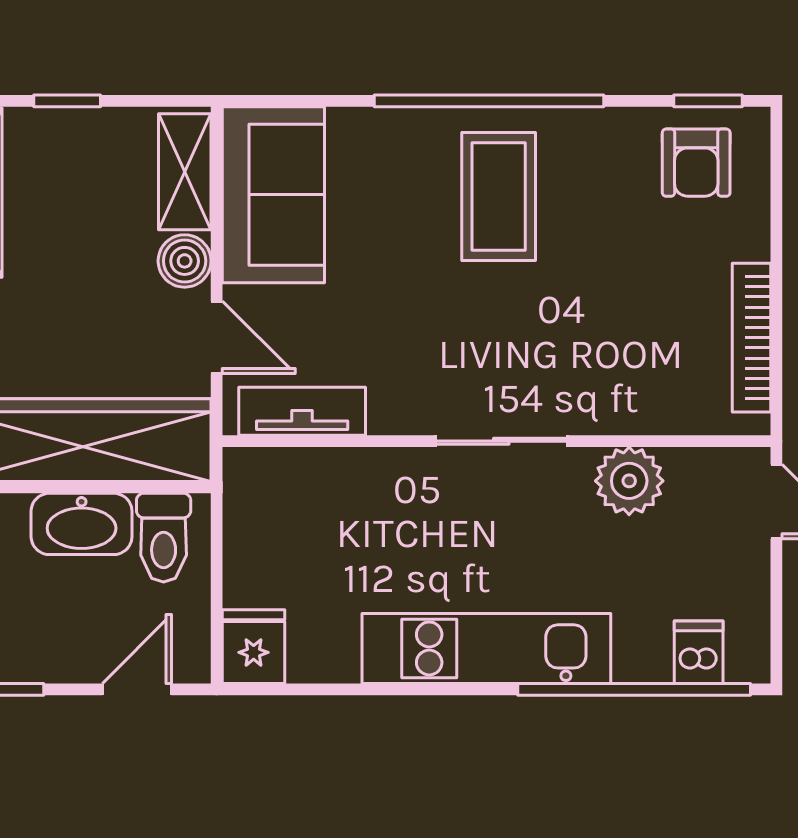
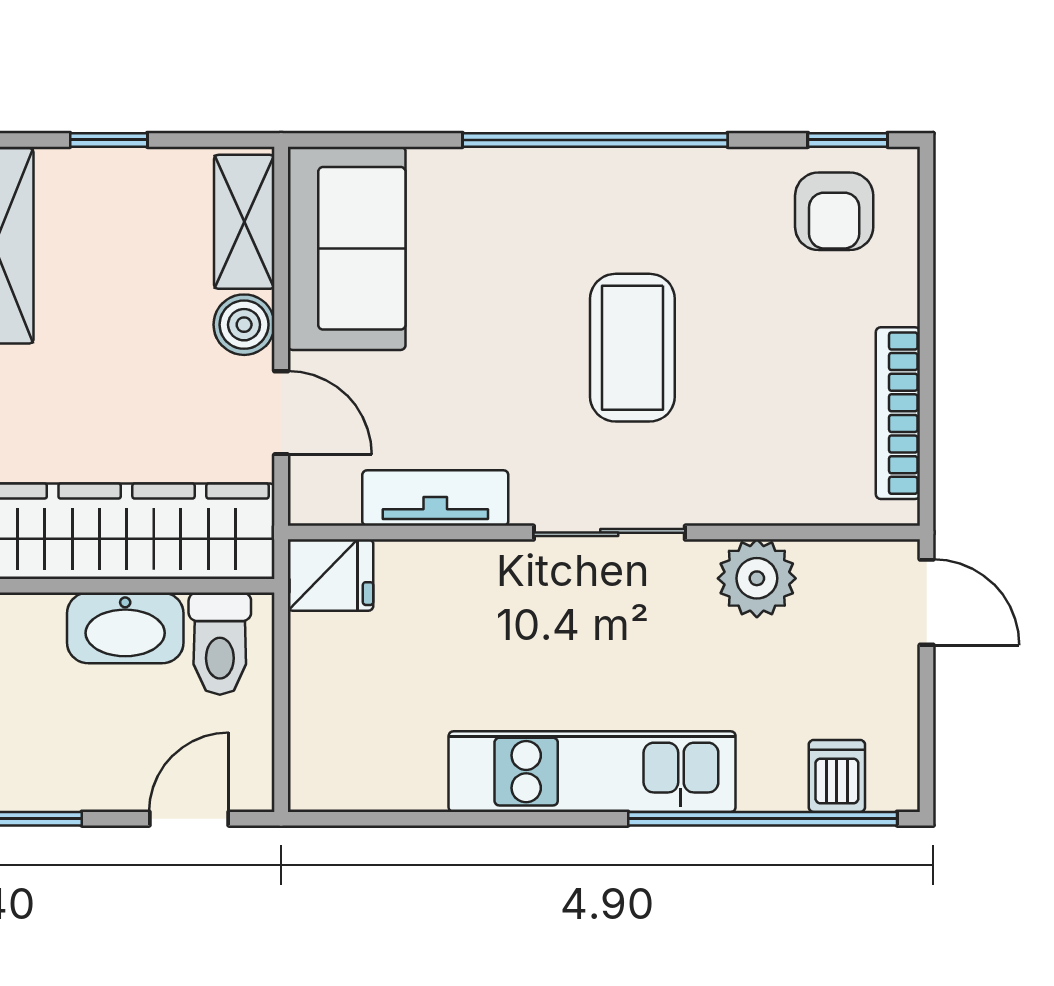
coffee table: (499, 197) -> (632, 348), moved
tv unit: (302, 411) -> (435, 498), moved
fridge: (254, 647) -> (330, 575), moved, turned 90

